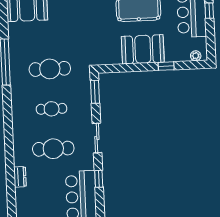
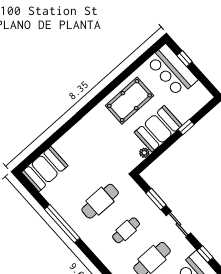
plant: (196, 56) -> (144, 153), moved
window: (95, 92) -> (156, 199), moved

